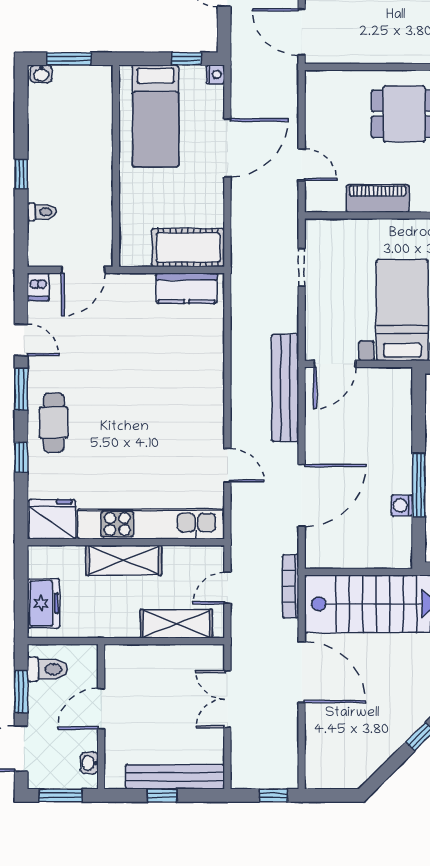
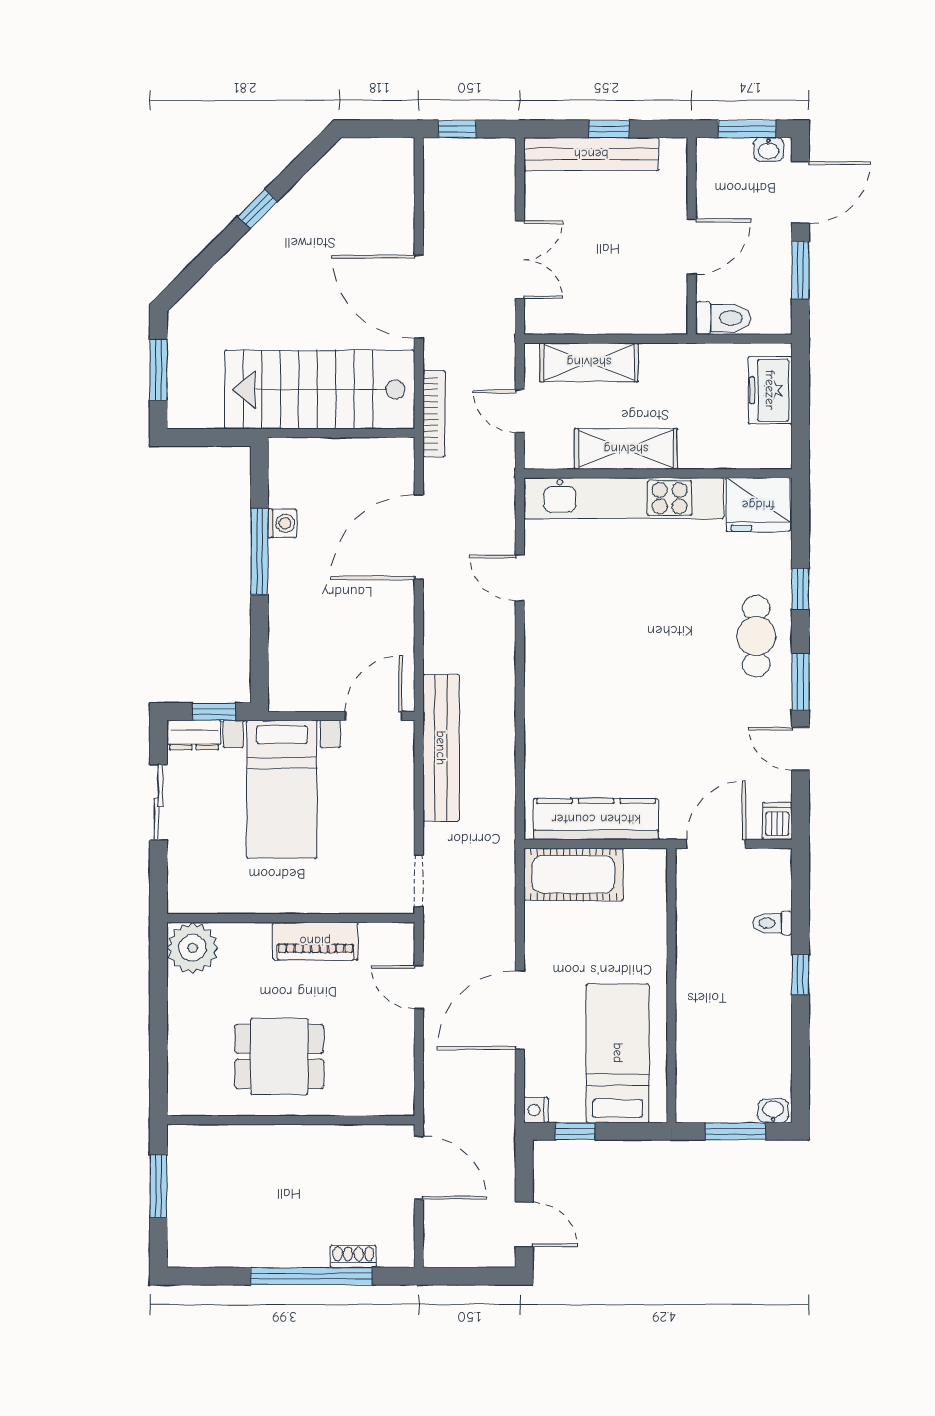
doorway: (302, 267) -> (419, 881), moved
kitchen counter: (187, 288) -> (596, 819), width x1.50
bench: (285, 388) -> (441, 748), moved
shelving: (124, 560) -> (626, 449), moved
door: (227, 588) -> (520, 411), swing flipped
toilet: (48, 669) -> (723, 318), moved, turned 180
washbasin: (89, 763) -> (768, 149), moved, turned 90

